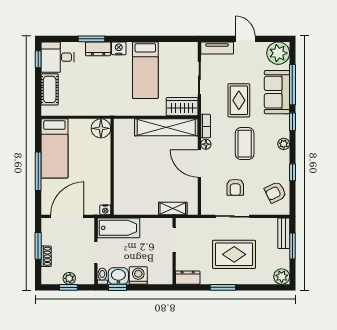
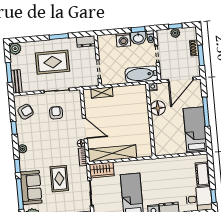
floor lamp: (101, 128) -> (158, 108), moved
coffee table: (245, 144) -> (52, 146), removed

